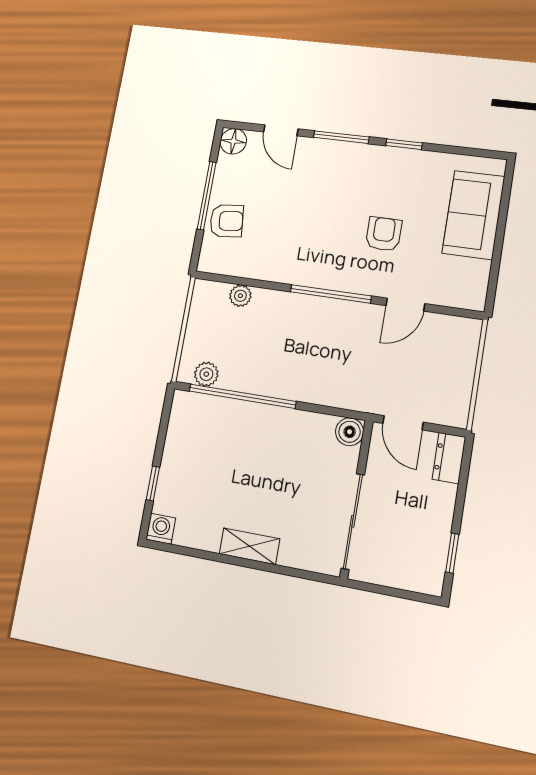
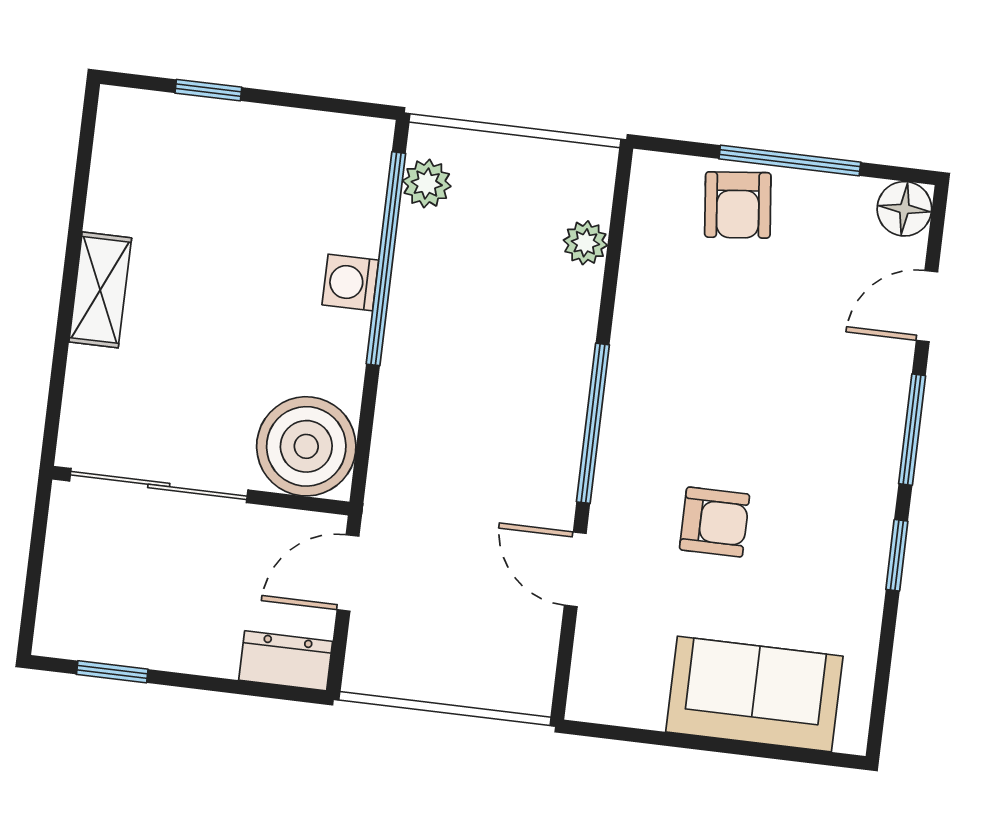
boiler: (350, 432) -> (306, 446), width x1.86, depth x1.86
washing machine: (161, 529) -> (350, 282), moved, turned 180

